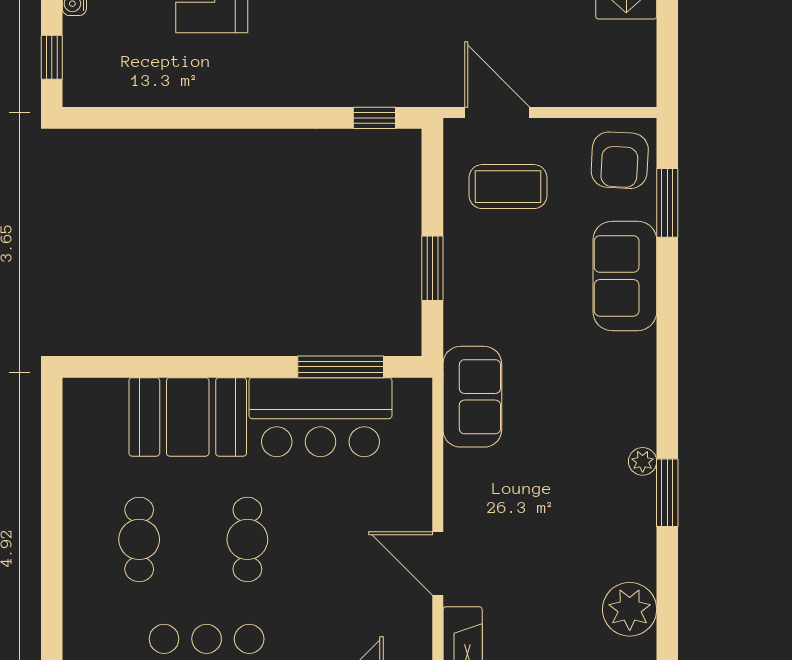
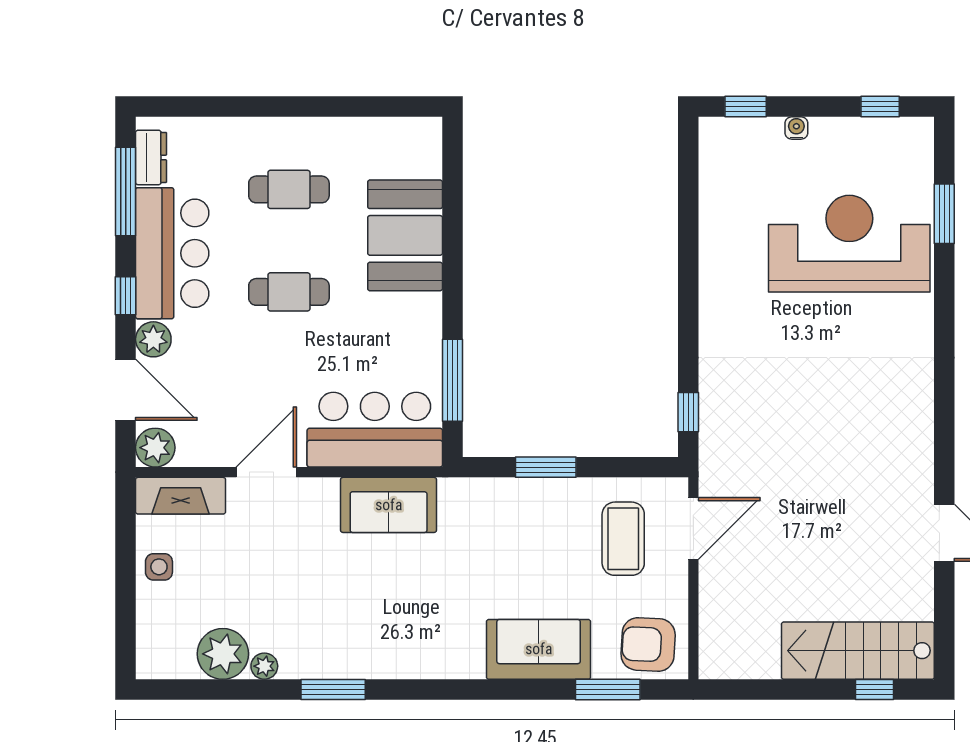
sofa: (472, 397) -> (389, 505), moved
bar counter: (321, 417) -> (375, 430), moved, turned 90
plant: (643, 461) -> (264, 666), moved

